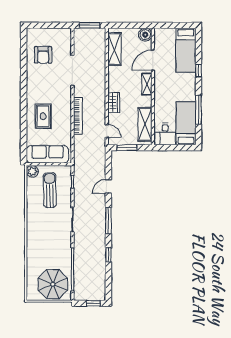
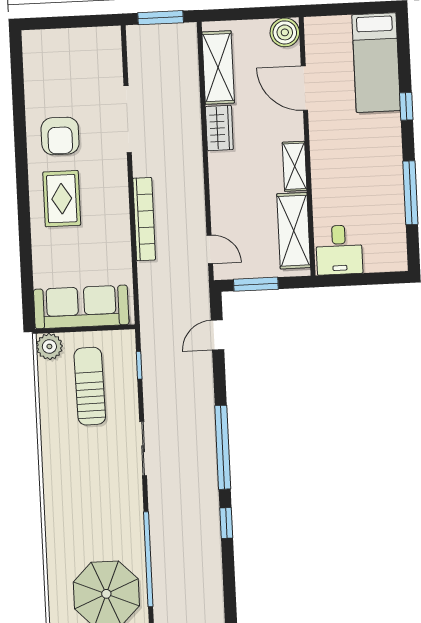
armchair: (43, 55) -> (60, 136), moved
door: (153, 60) -> (304, 88), hinge flipped
shelving: (147, 84) -> (295, 166), moved
wardrobe: (114, 103) -> (219, 128), moved
rug: (43, 116) -> (62, 199), moved
bed: (186, 123) -> (384, 224), removed
door: (108, 186) -> (217, 335), moved
window: (108, 221) -> (223, 447), width x1.46

